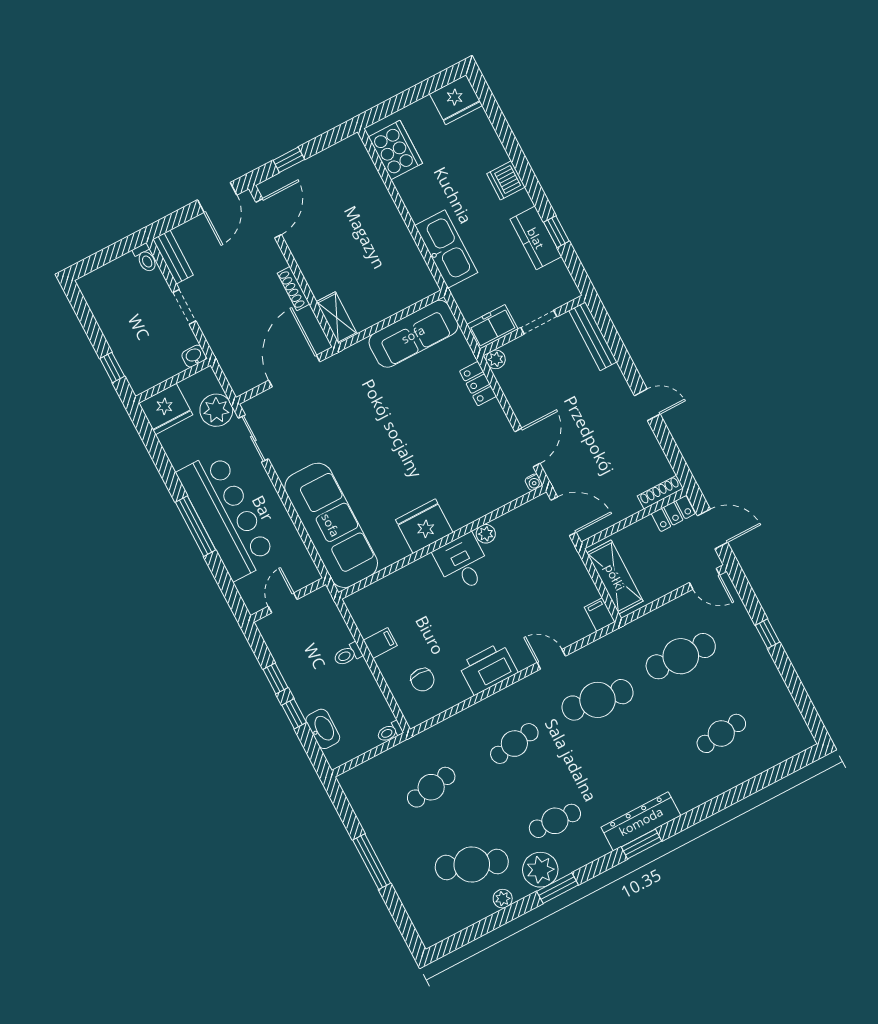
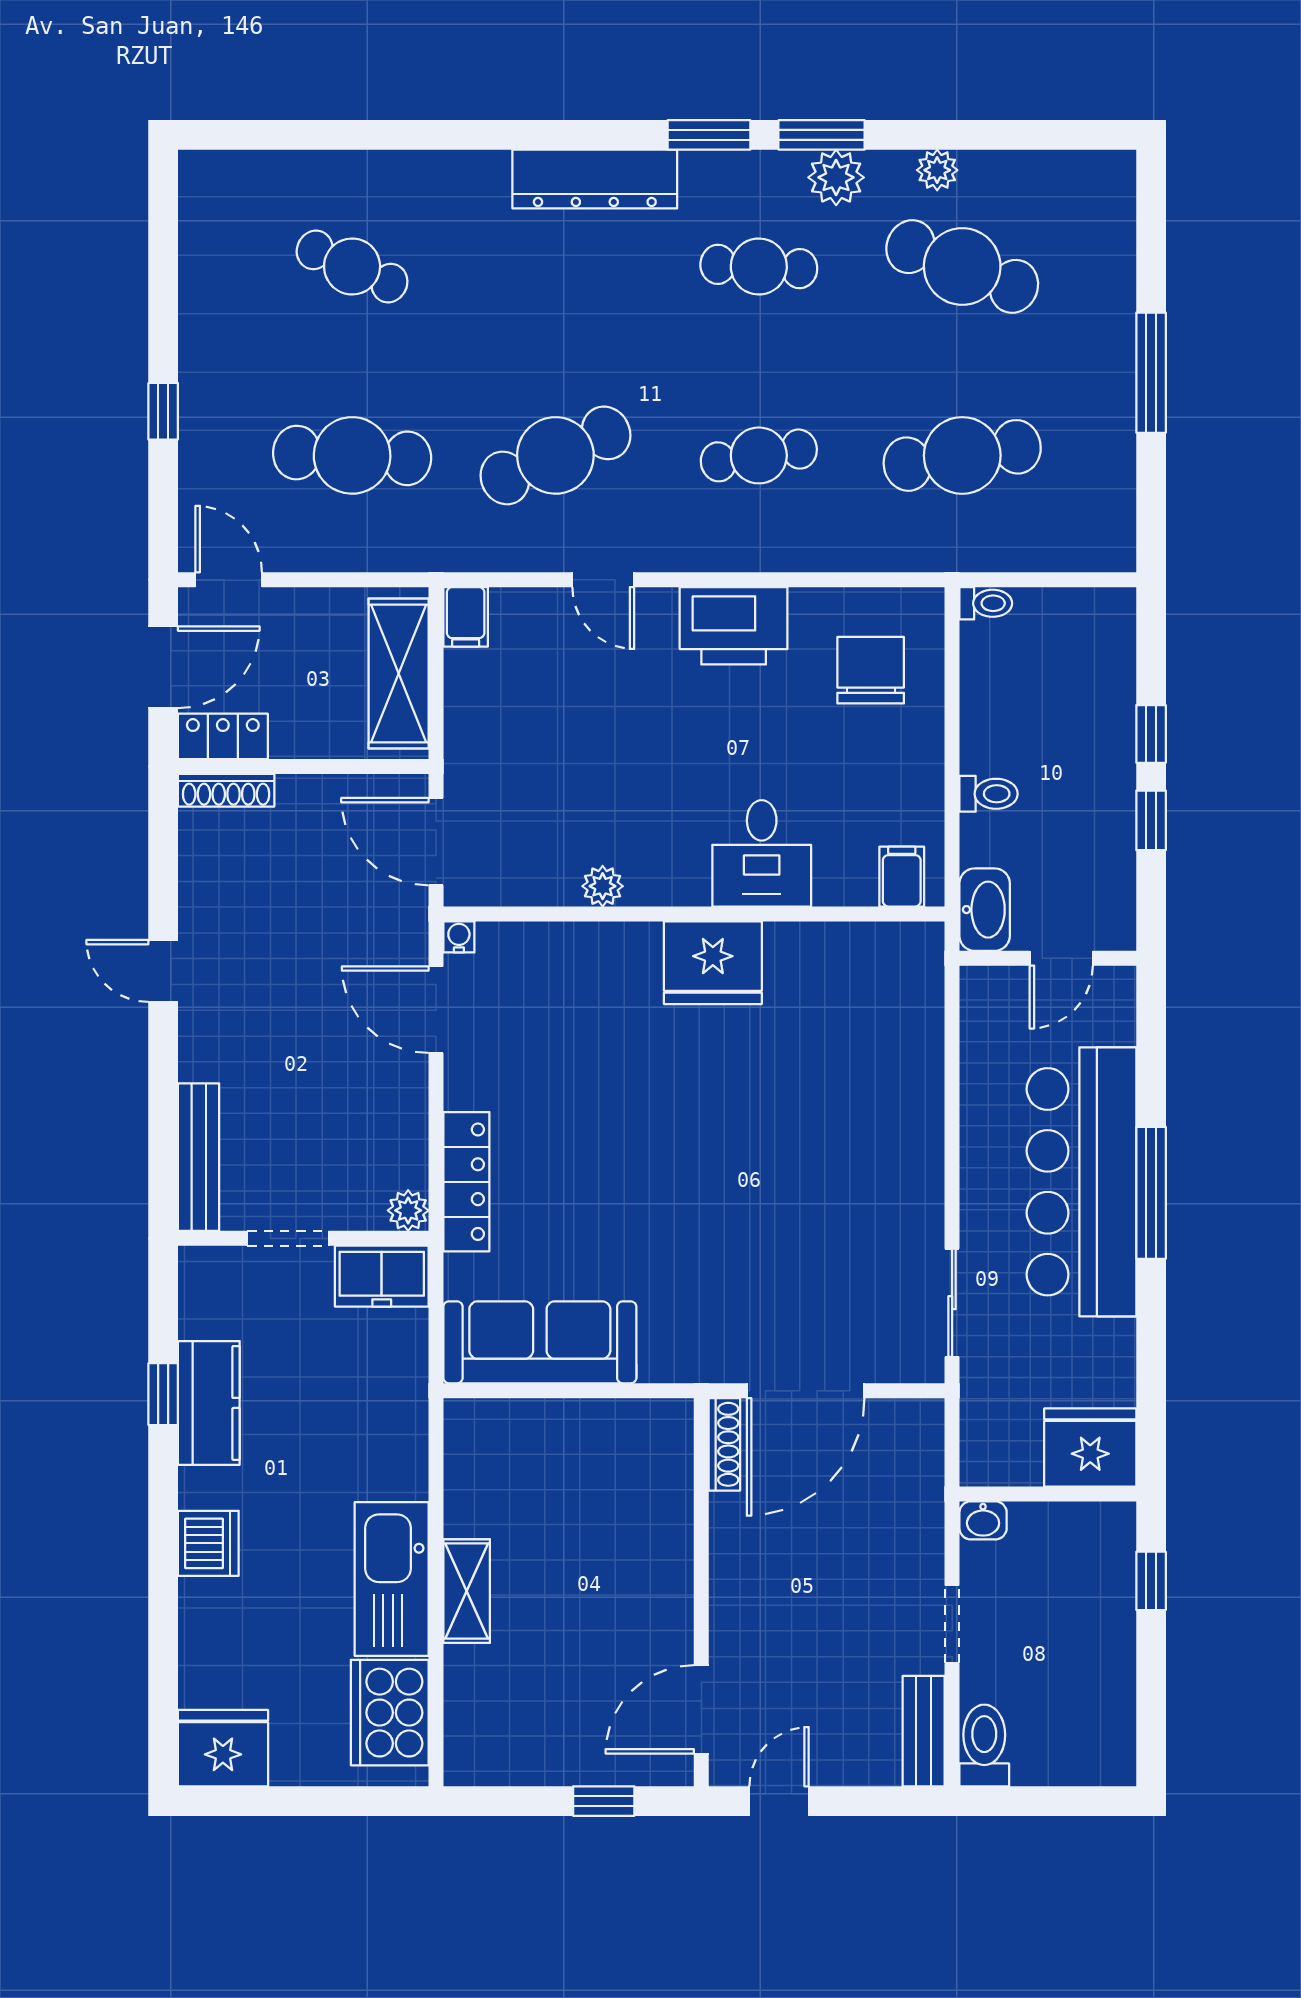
door: (217, 197) -> (779, 1801), width x0.73
kitchen sink: (446, 249) -> (392, 1579), moved
toilet: (145, 258) -> (984, 1745), width x1.37, depth x1.39
shoe rack: (293, 289) -> (724, 1444), moved
shelving: (337, 318) -> (467, 1591), moved
locker: (478, 384) -> (466, 1182), width x1.53
plant: (216, 410) -> (995, 1394), removed
door: (527, 448) -> (436, 1010), hinge flipped
sofa: (331, 525) -> (890, 1058), removed
door: (713, 529) -> (163, 667), swing flipped
desk: (463, 563) -> (762, 853), moved
filing cabinet: (380, 643) -> (902, 877), moved, turned 90
chair: (423, 680) -> (871, 670), width x1.37, depth x1.37
cafe table: (598, 700) -> (555, 455), turned -33
washbasin: (323, 729) -> (985, 910), moved, turned 180
cafe table: (721, 733) -> (352, 266), turned 30
cafe table: (431, 787) -> (962, 455), width x1.37, depth x1.35
window: (642, 844) -> (709, 135), moved
plant: (540, 870) -> (836, 177), width x0.73, depth x0.73

